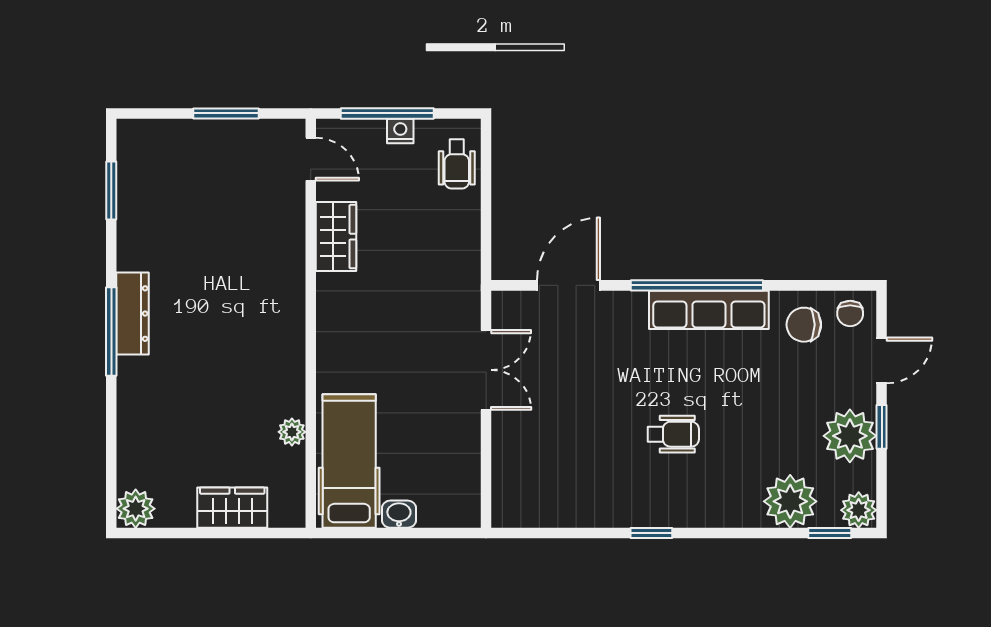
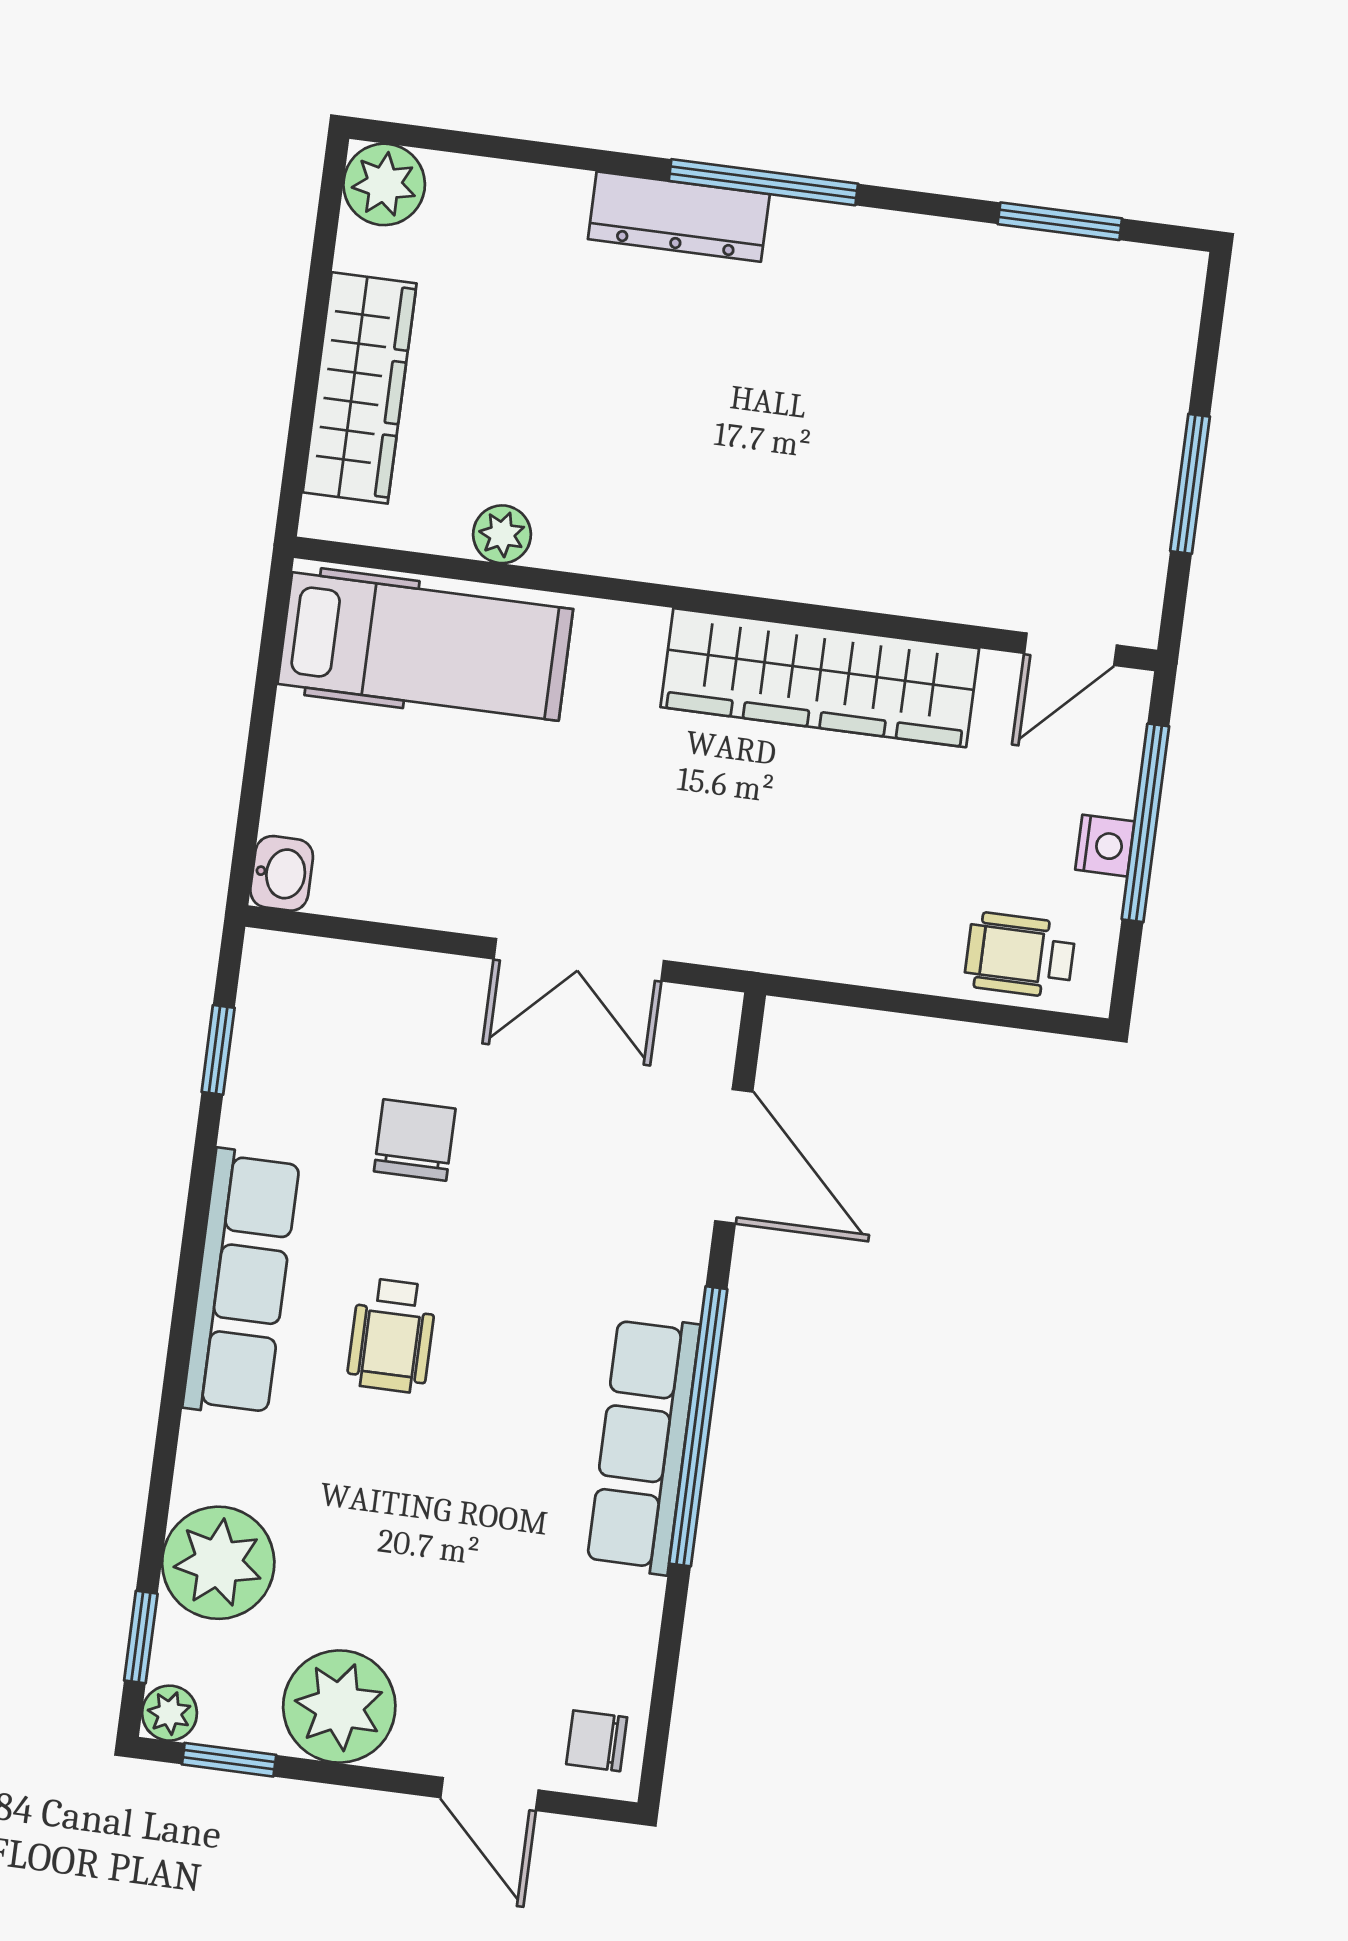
wardrobe: (336, 237) -> (820, 678), width x2.10, depth x1.17
dresser: (133, 314) -> (679, 217), moved
chair: (804, 325) -> (415, 1140), moved
window: (882, 427) -> (229, 1760), moved
wardrobe: (232, 508) -> (360, 388), width x1.50
row of seats: (658, 508) -> (241, 1283), added
plant: (859, 510) -> (170, 1713), width x0.73, depth x0.73
washbasin: (399, 514) -> (282, 873), moved
window: (651, 533) -> (218, 1050), moved

